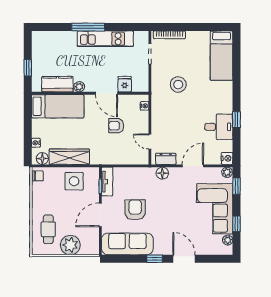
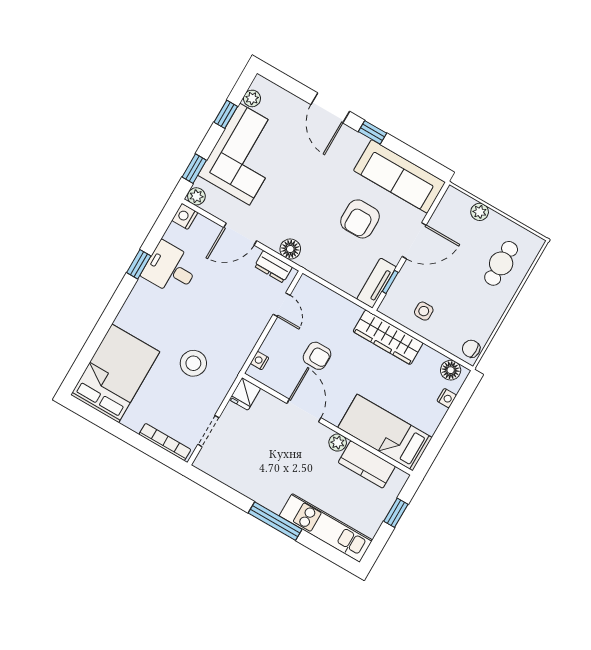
kitchen unit: (105, 39) -> (326, 528), moved
bed: (222, 56) -> (115, 373), width x1.50
fridge: (125, 84) -> (245, 394), moved
wardrobe: (69, 157) -> (388, 337), moved
side table: (74, 181) -> (424, 311), width x0.54, depth x0.54
plant: (70, 245) -> (480, 212), width x0.53, depth x0.53

